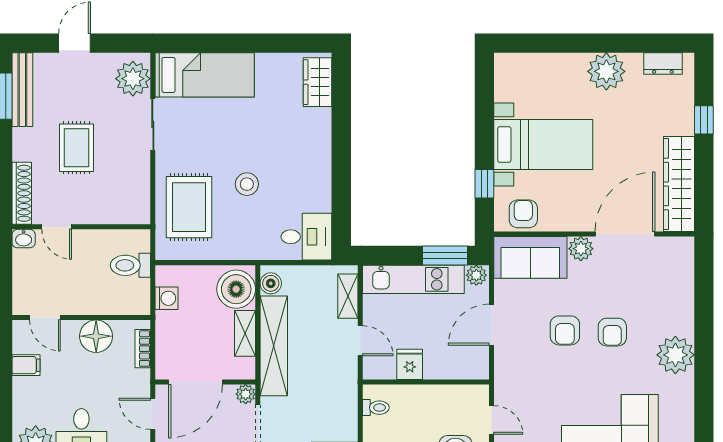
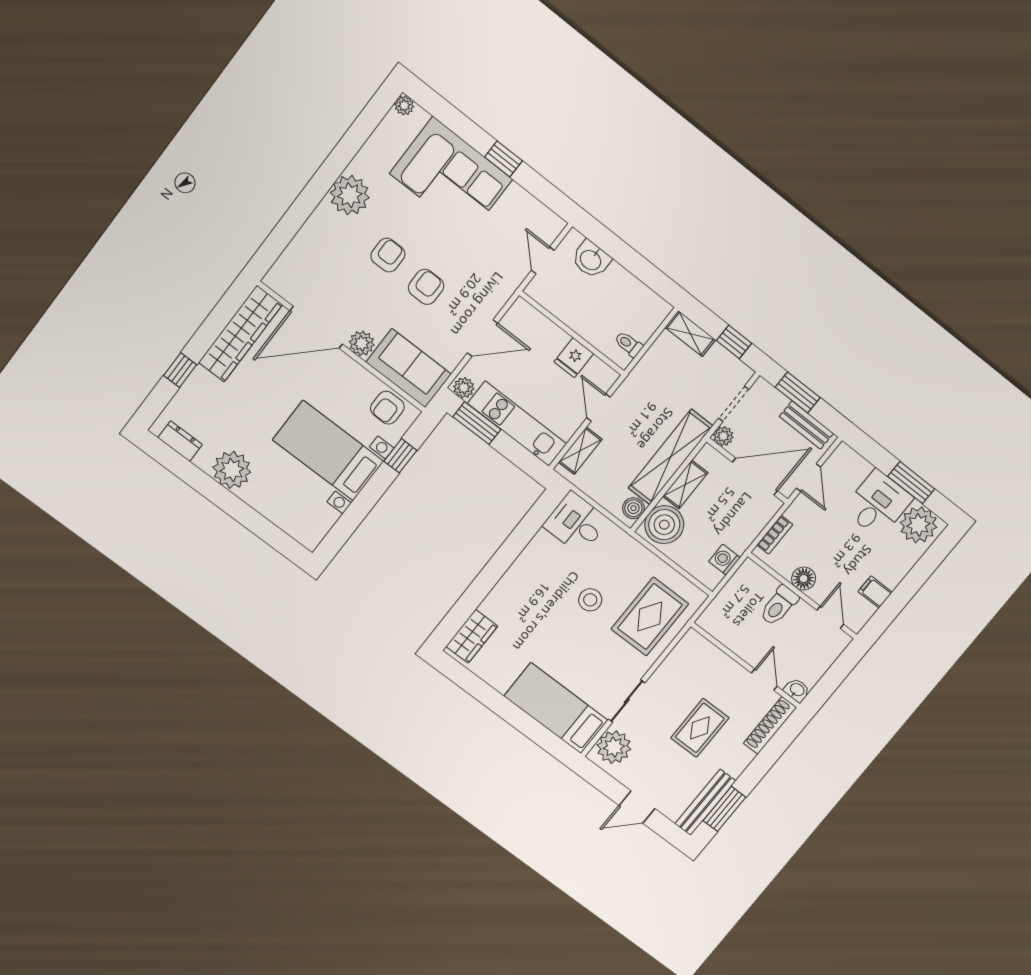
toilet: (130, 265) -> (779, 606), moved, turned 90
floor lamp: (96, 336) -> (804, 579), width x0.73, depth x0.73

